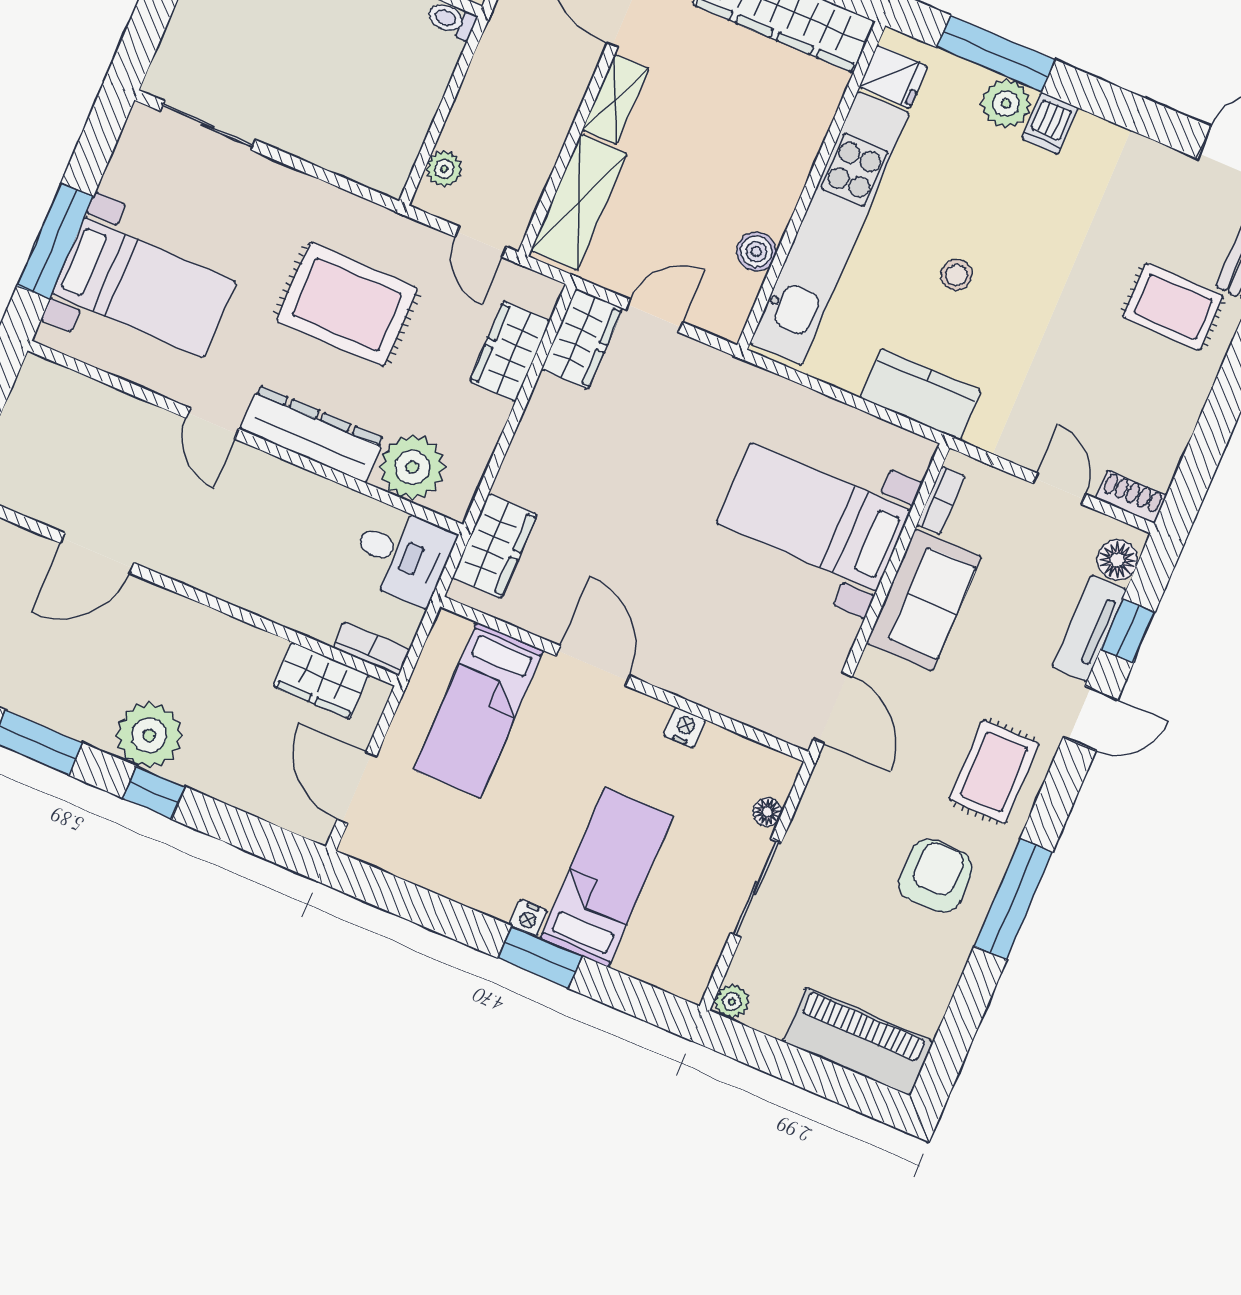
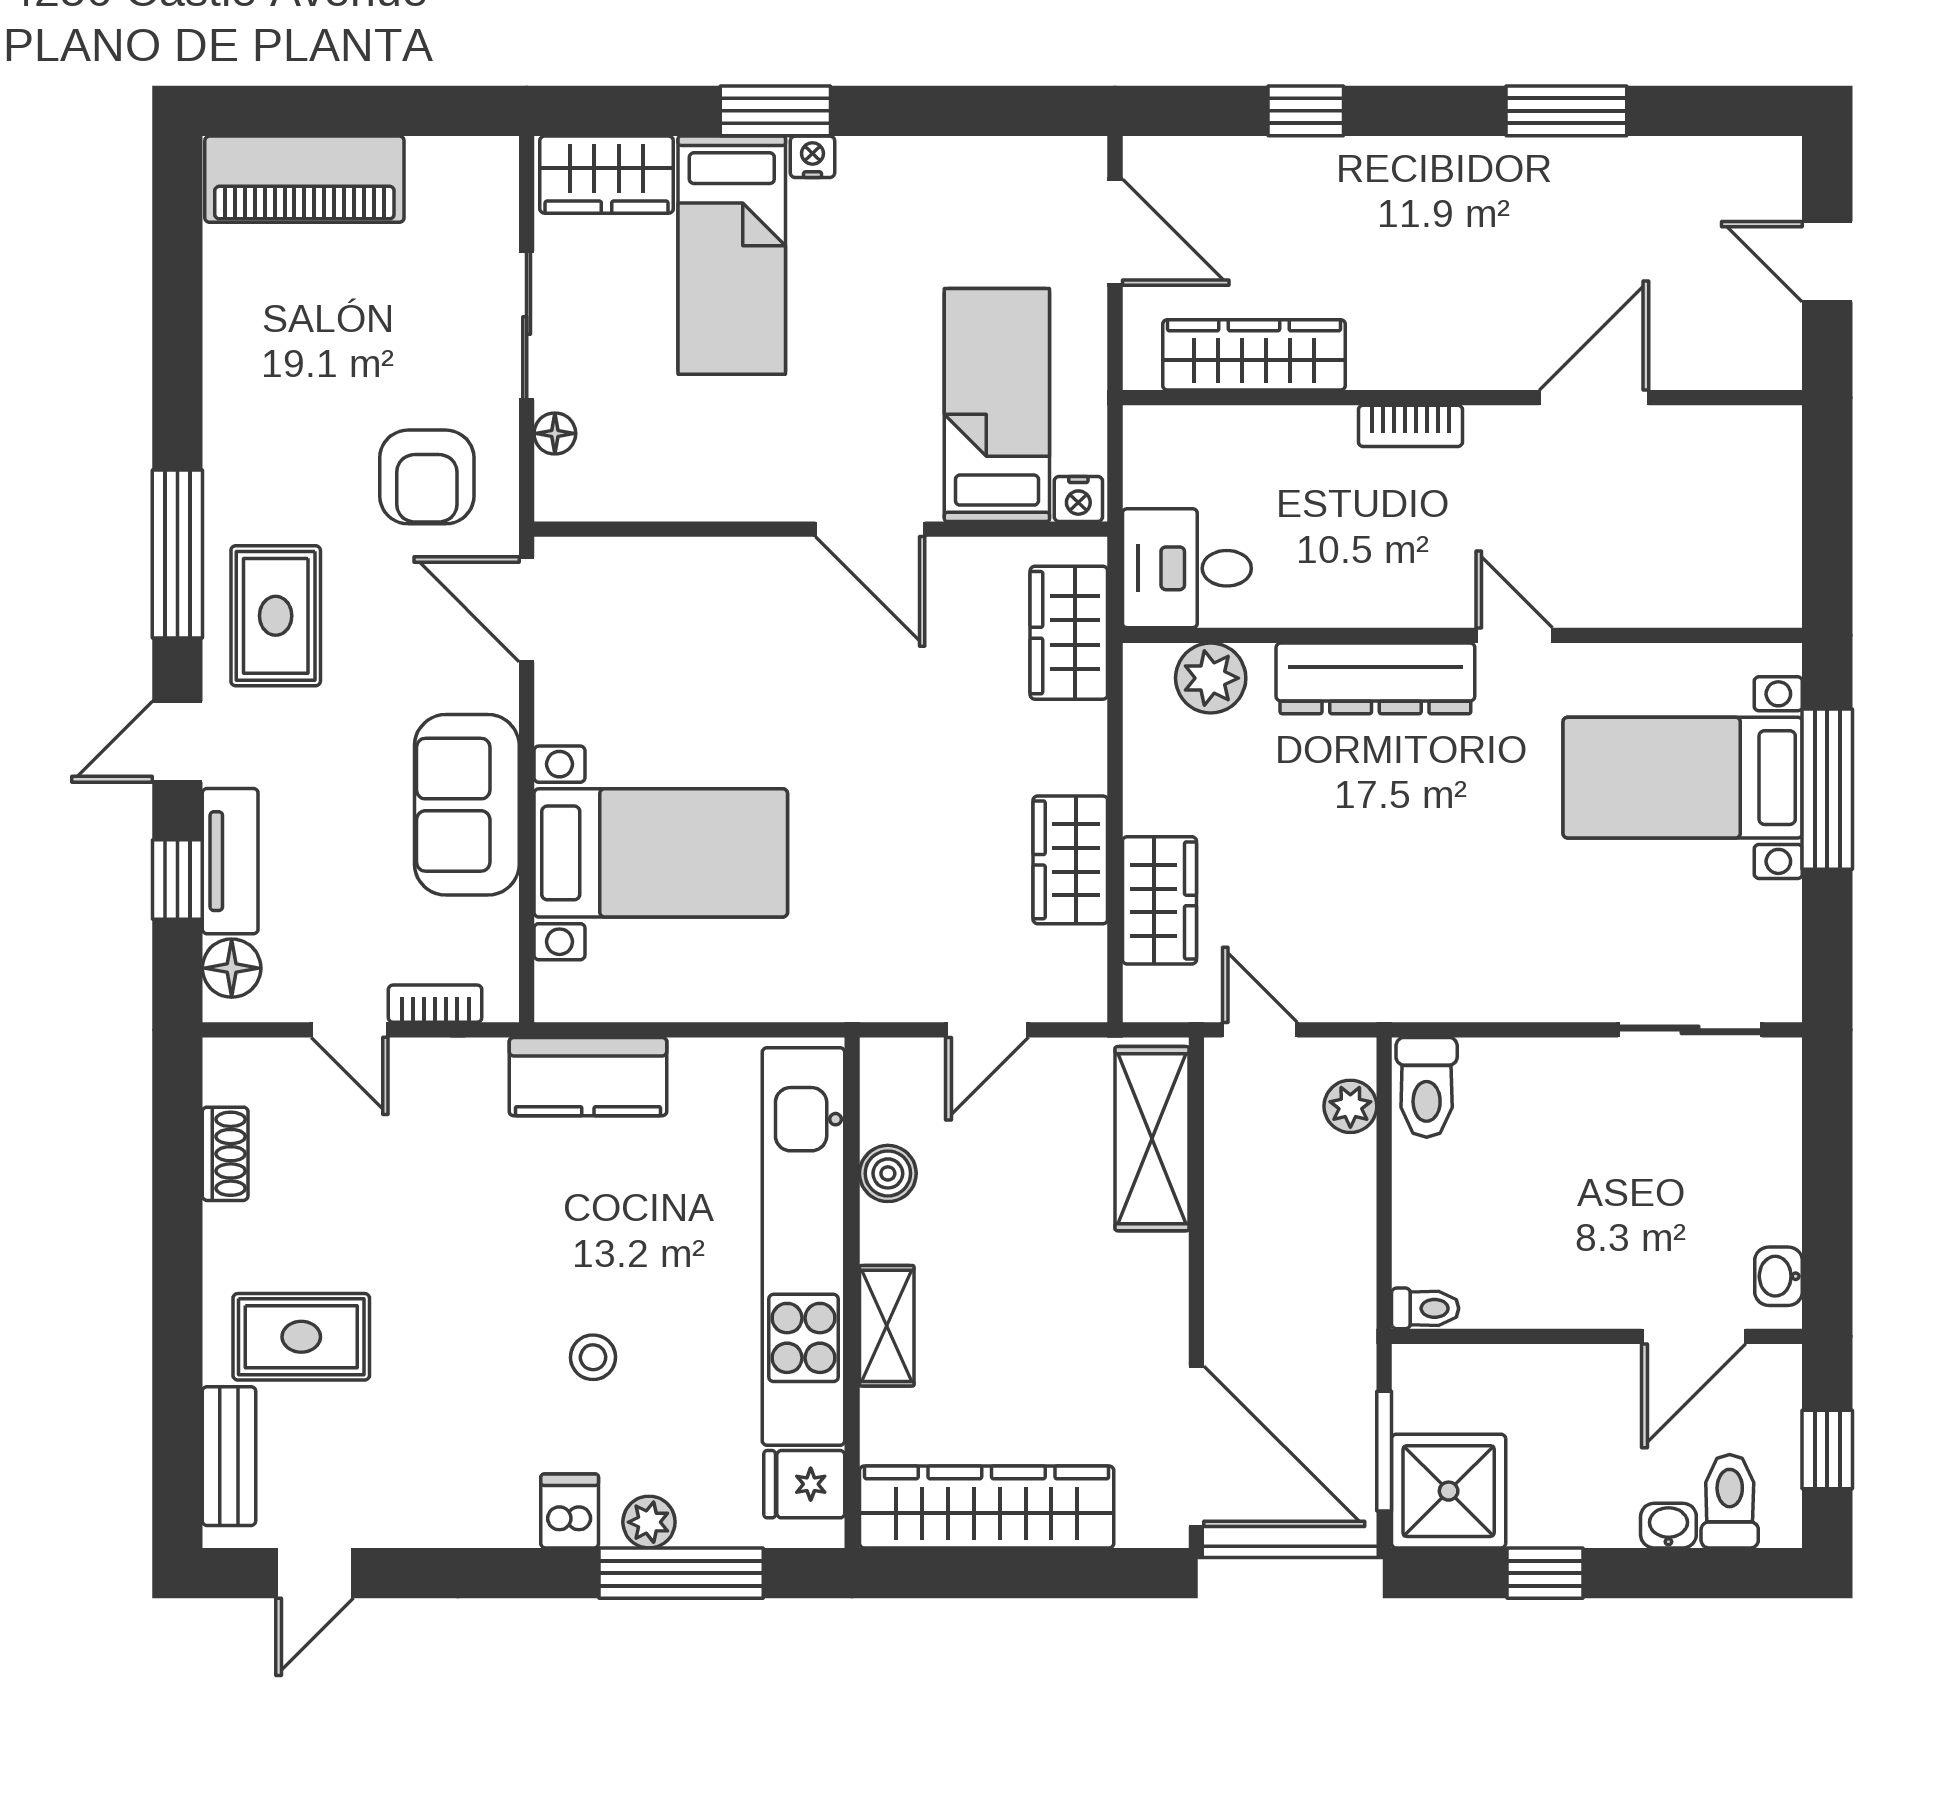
shelving: (615, 99) -> (887, 1326), moved
plant: (1006, 104) -> (649, 1522), width x0.73, depth x0.73
toilet: (391, 160) -> (1427, 1087), added
stool: (957, 275) -> (593, 1357), moved
rug: (347, 305) -> (1403, 870), removed
wardrobe: (582, 339) -> (1070, 860), moved
plant: (412, 467) -> (1211, 678), width x0.73, depth x0.73
shoe rack: (1131, 497) -> (225, 1154), moved, turned -90
bookcase: (941, 500) -> (435, 1004), moved, turned 90
bookcase: (372, 649) -> (1410, 426), moved
wardrobe: (321, 681) -> (1254, 355), width x1.50
nightstand: (685, 728) -> (1078, 499), moved
plant: (149, 735) -> (1422, 184), removed
window: (154, 792) -> (1306, 111), moved
armchair: (936, 876) -> (427, 477), moved
window: (1013, 899) -> (177, 554), moved
wardrobe: (664, 962) -> (607, 175), added
plant: (732, 1001) -> (494, 161), removed

